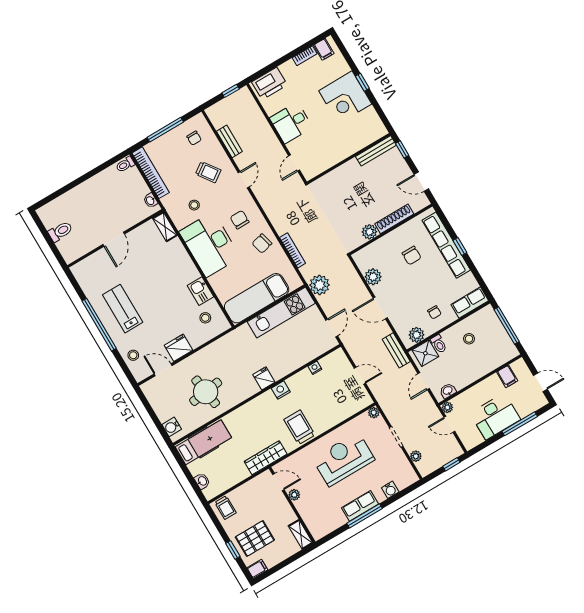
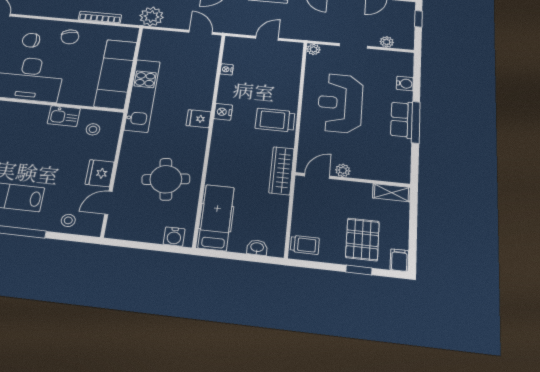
kitchen unit: (281, 312) -> (142, 95), moved

